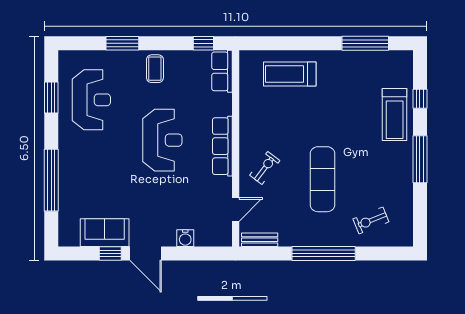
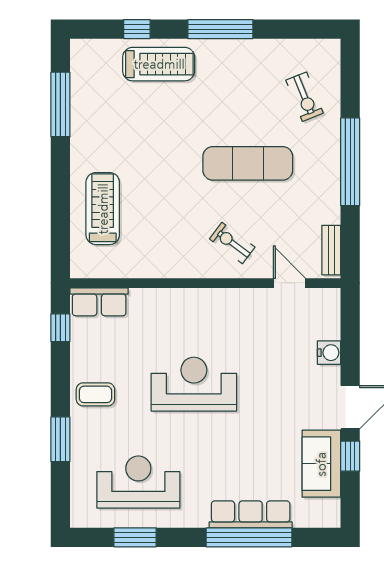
treadmill: (290, 74) -> (103, 209), turned 180
row of seats: (222, 146) -> (251, 514), moved, turned 180

